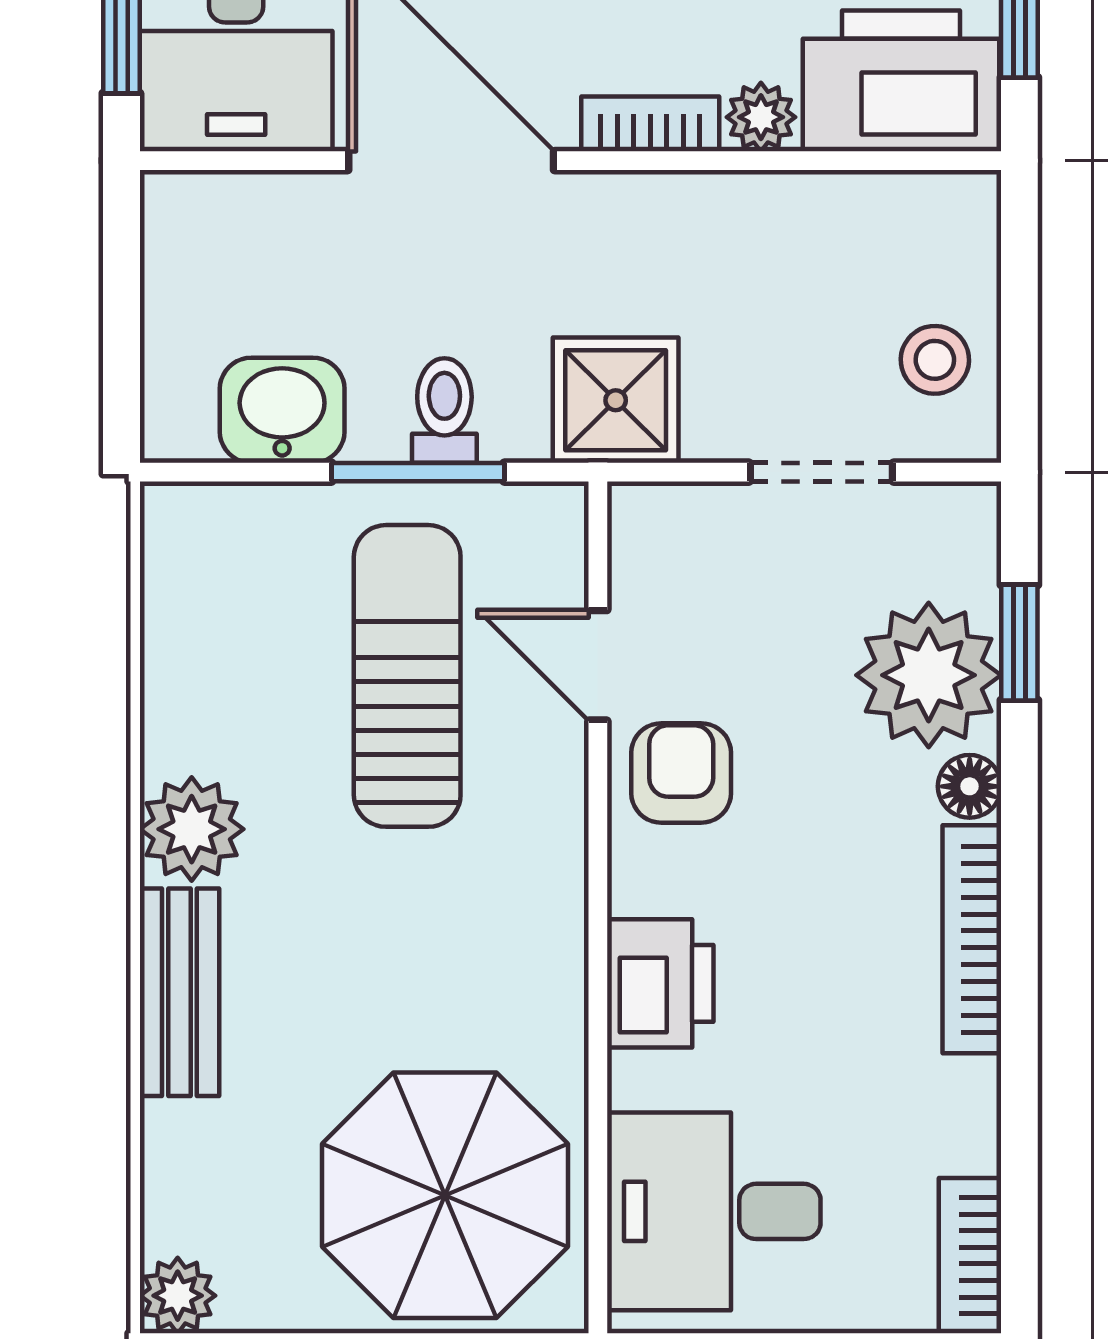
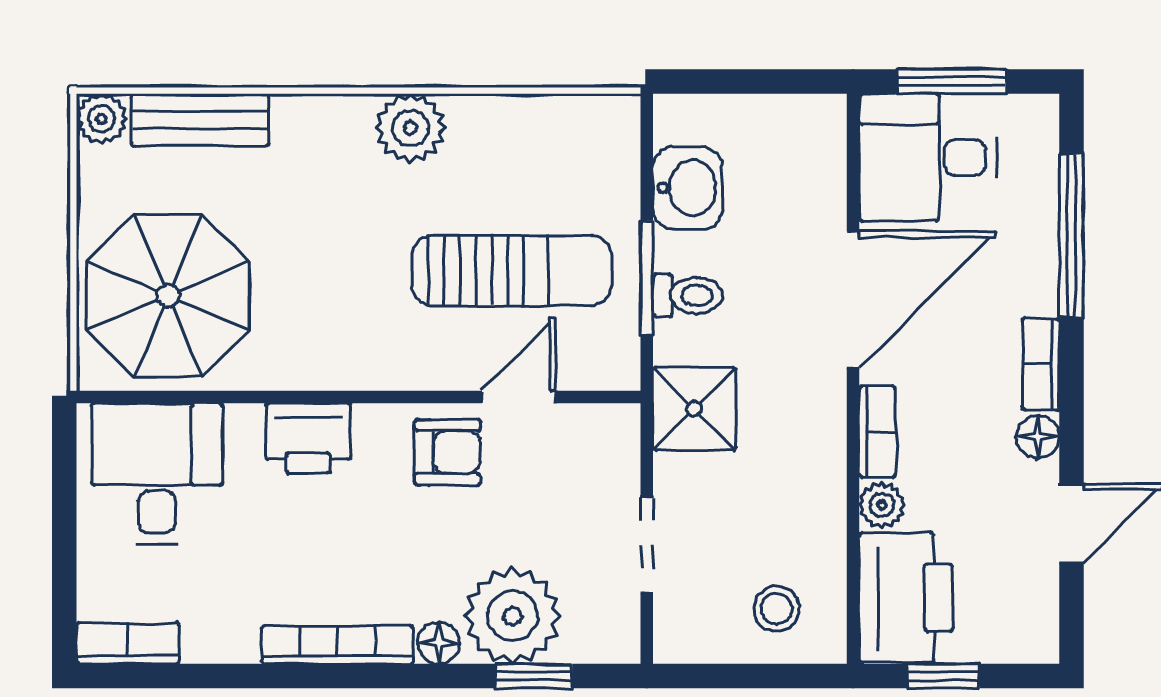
stool: (935, 360) -> (776, 609), moved
bench: (179, 992) -> (200, 120), moved

